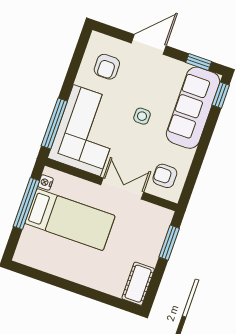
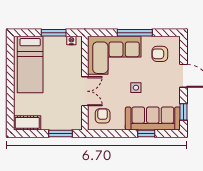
window: (221, 95) -> (146, 134), moved
window: (54, 124) -> (135, 33), moved
window: (26, 203) -> (54, 33), width x0.69
bed: (70, 220) -> (30, 65), moved

